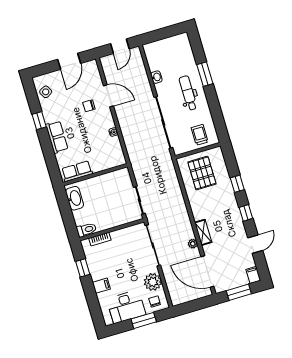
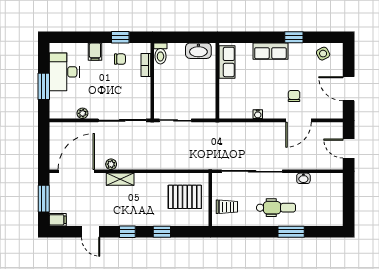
plant: (153, 282) -> (82, 113), width x0.53, depth x0.53
chair: (155, 301) -> (120, 59), moved

